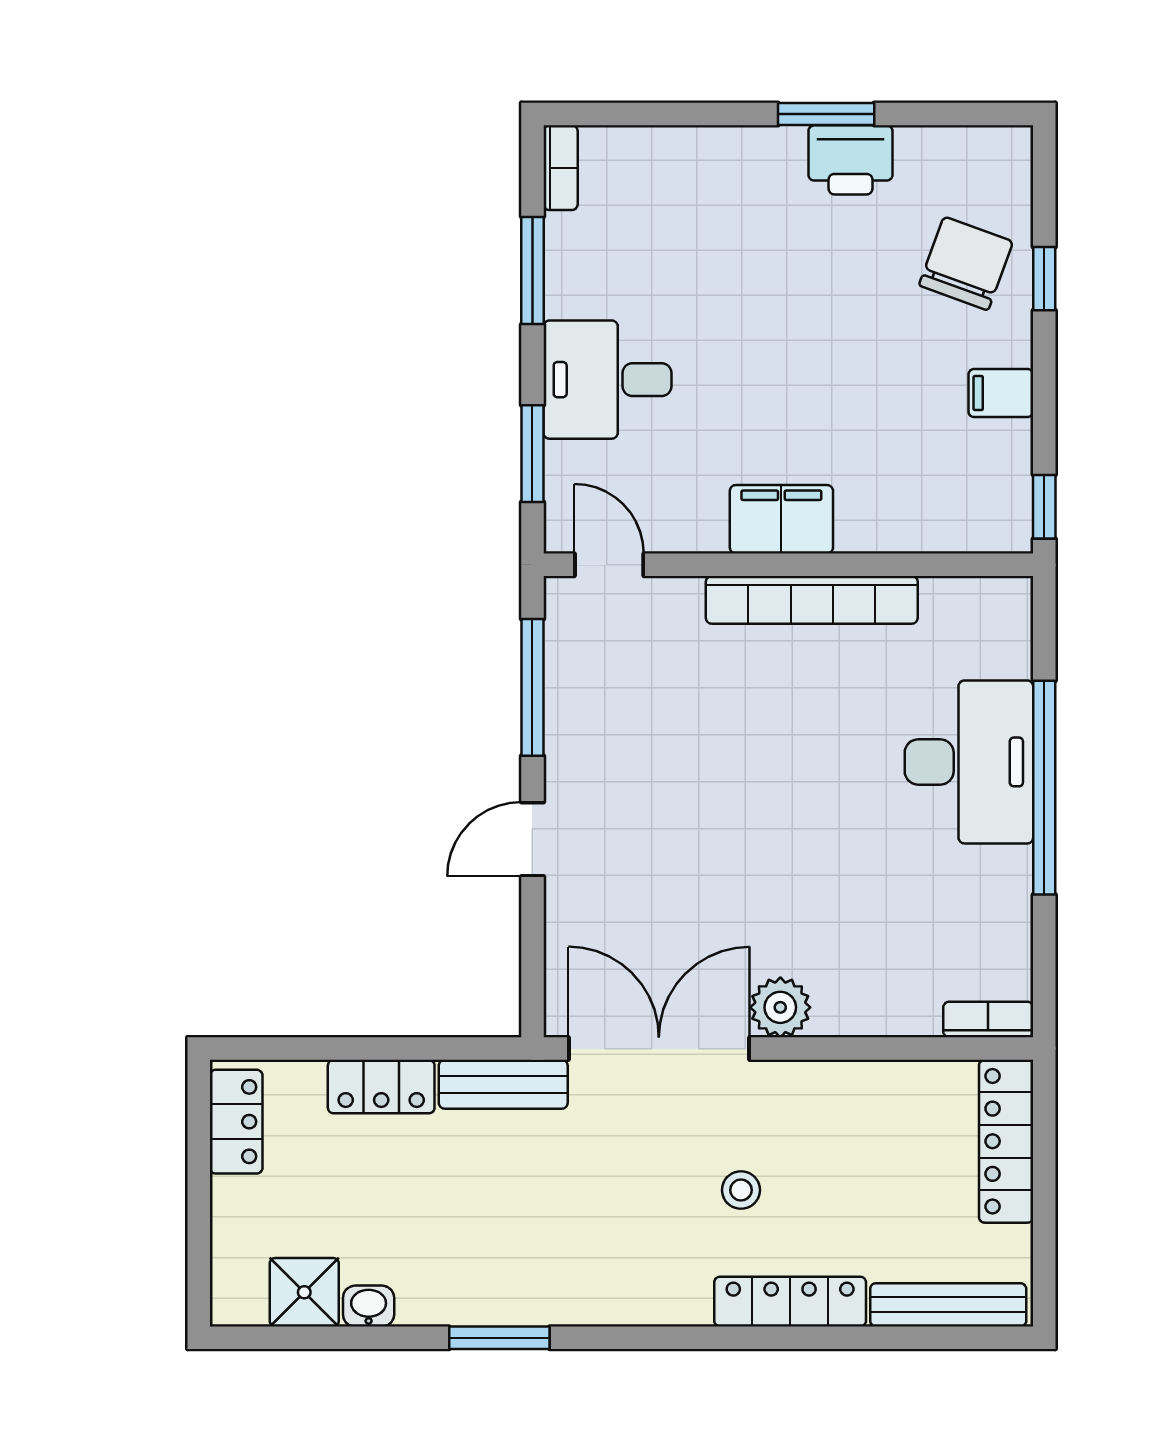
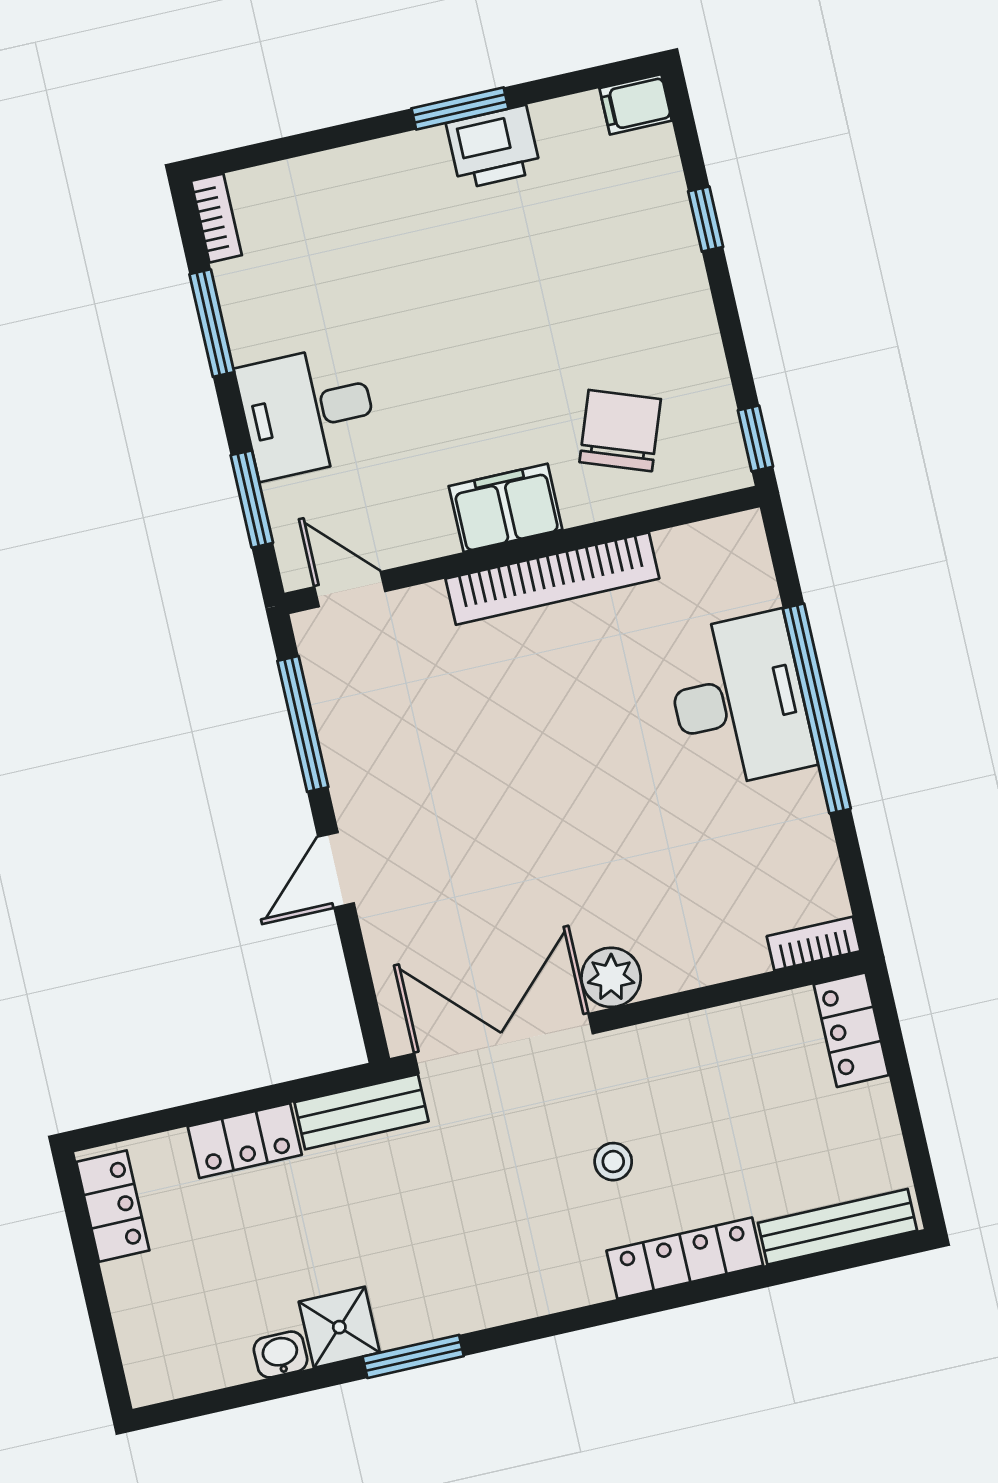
chair: (966, 263) -> (620, 431), moved
filing cabinet: (1001, 393) -> (636, 104), moved
locker: (1006, 1141) -> (851, 1030), width x0.66
shower: (304, 1292) -> (339, 1327), moved

